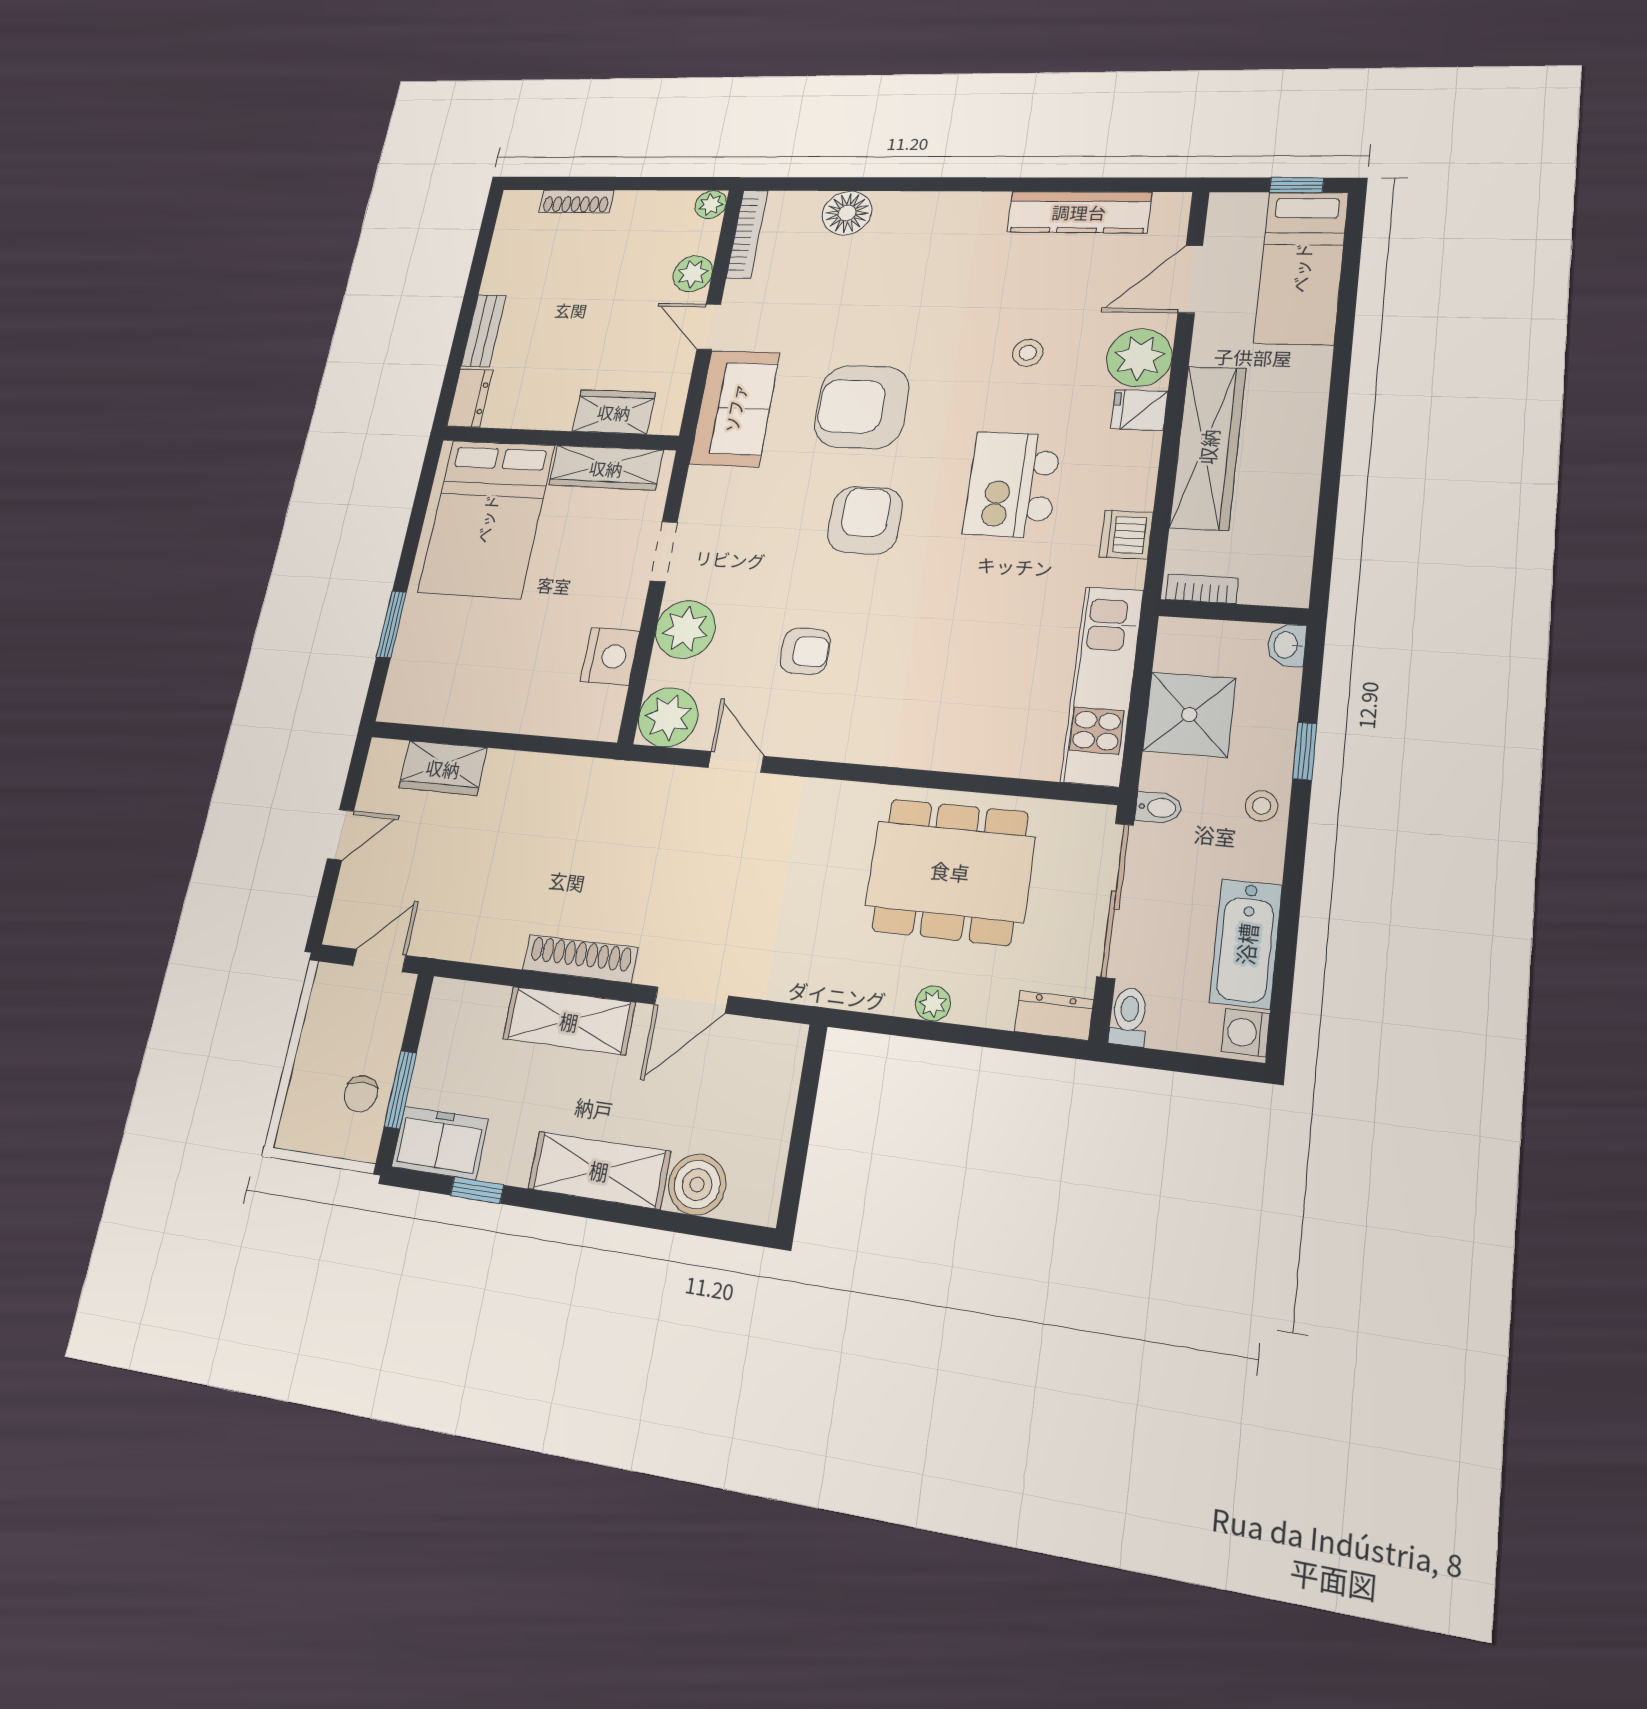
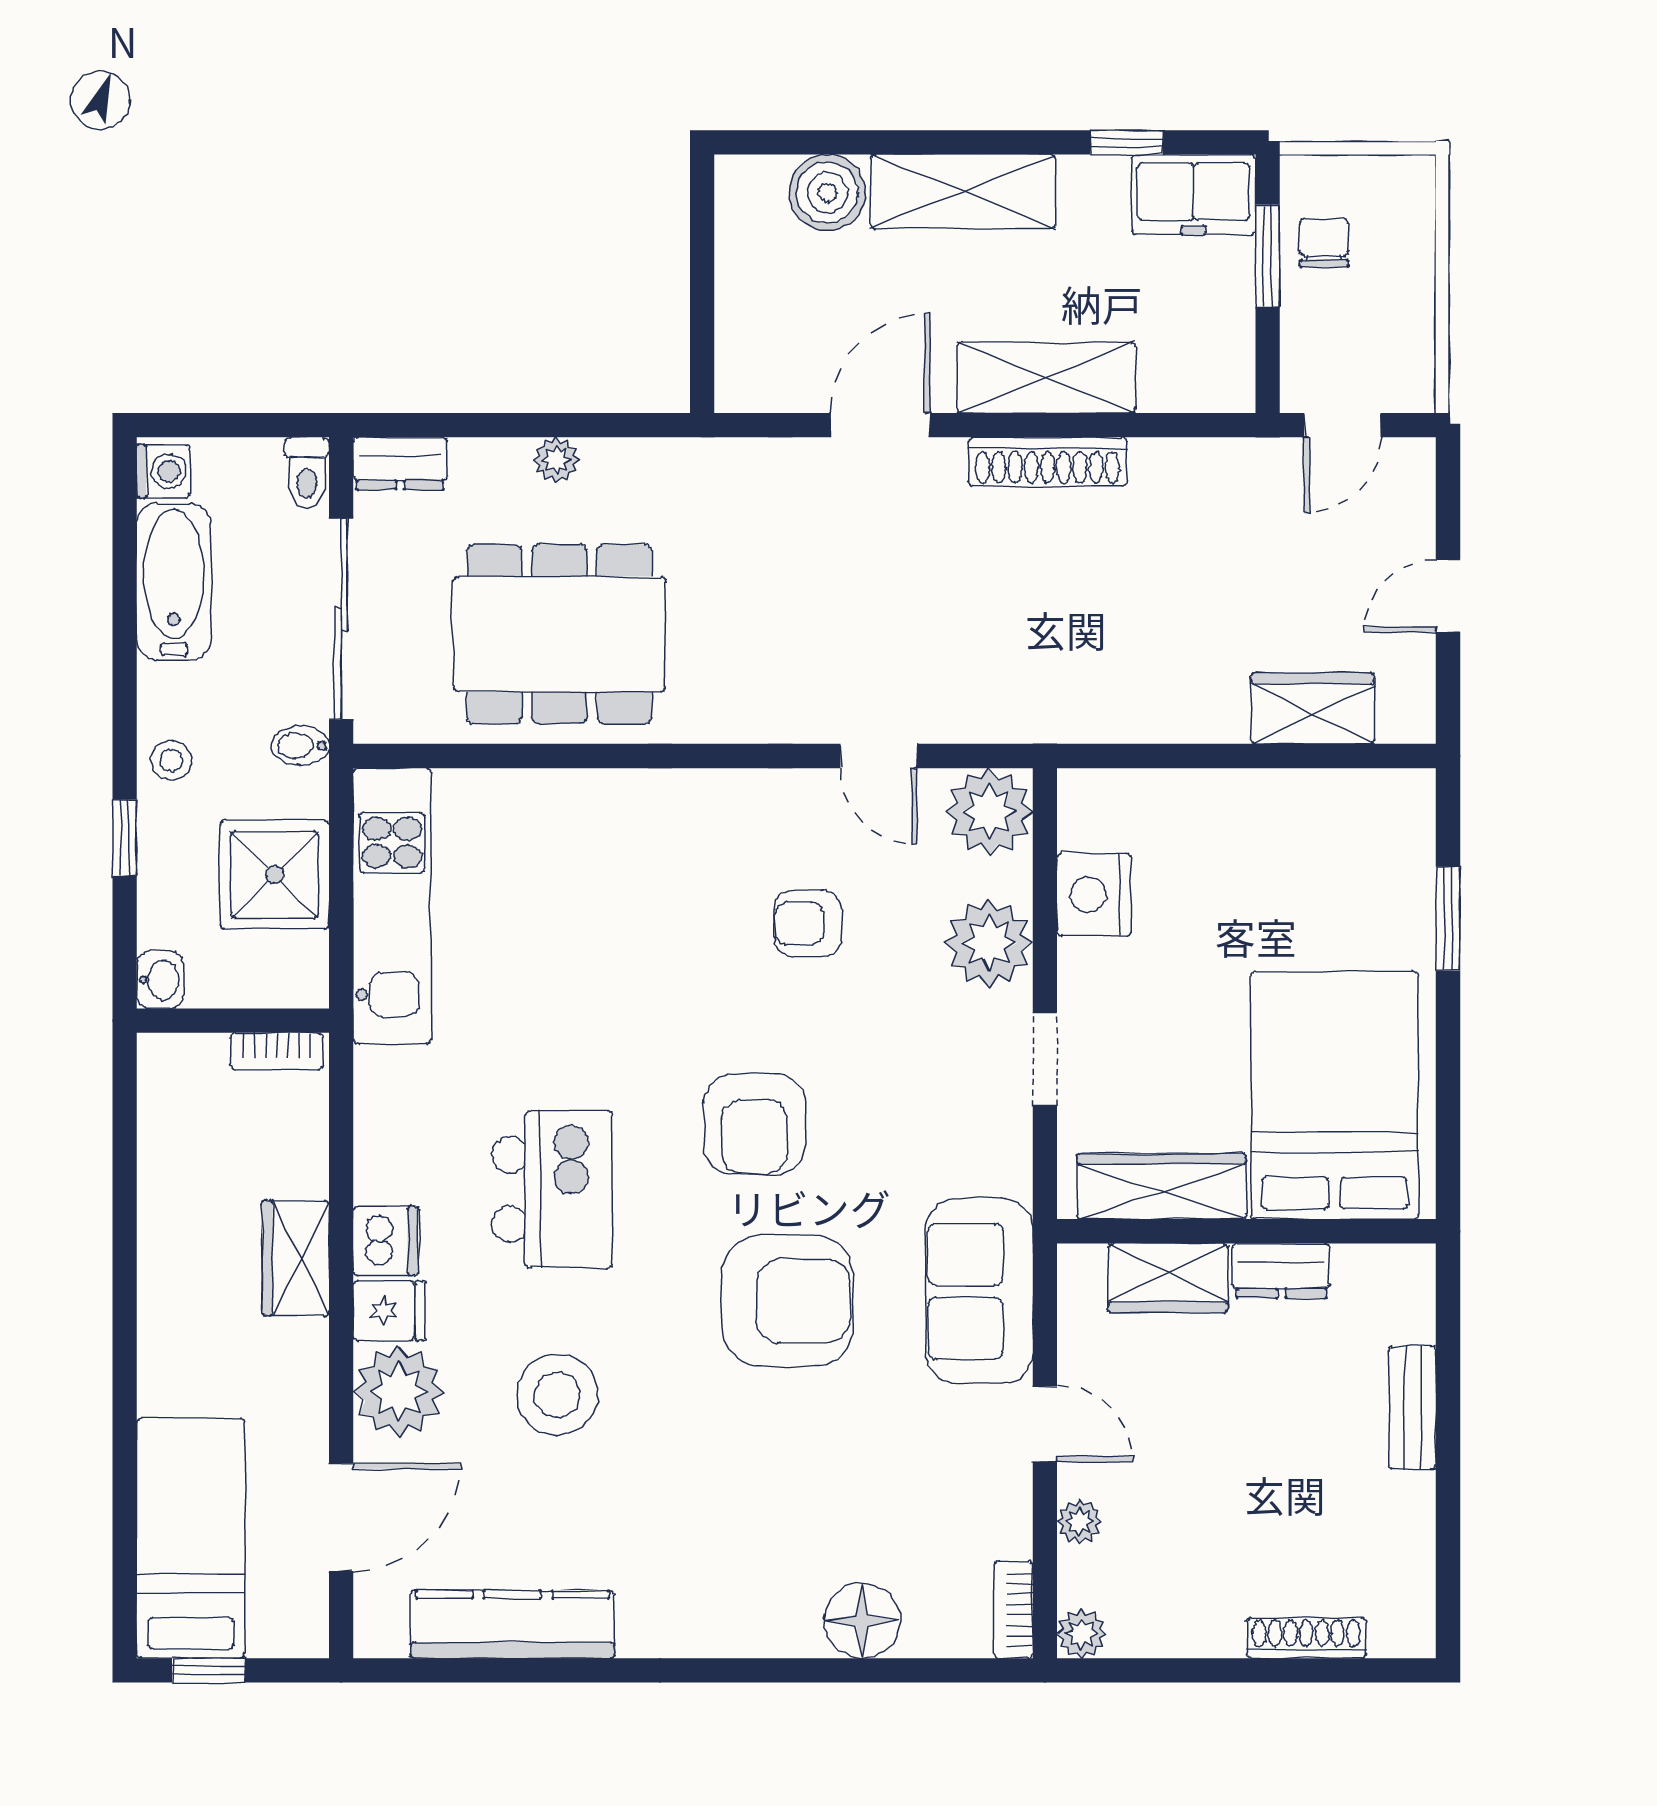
bookcase: (747, 234) -> (1013, 1610), width x0.64
plant: (693, 274) -> (1079, 1522), width x0.73, depth x0.73
stool: (1028, 353) -> (557, 1395), width x1.89, depth x1.89
dresser: (470, 398) -> (1281, 1271), moved, turned -90
wardrobe: (1208, 447) -> (296, 1258), width x0.48, depth x0.85
dishwasher: (1126, 535) -> (386, 1241), moved

